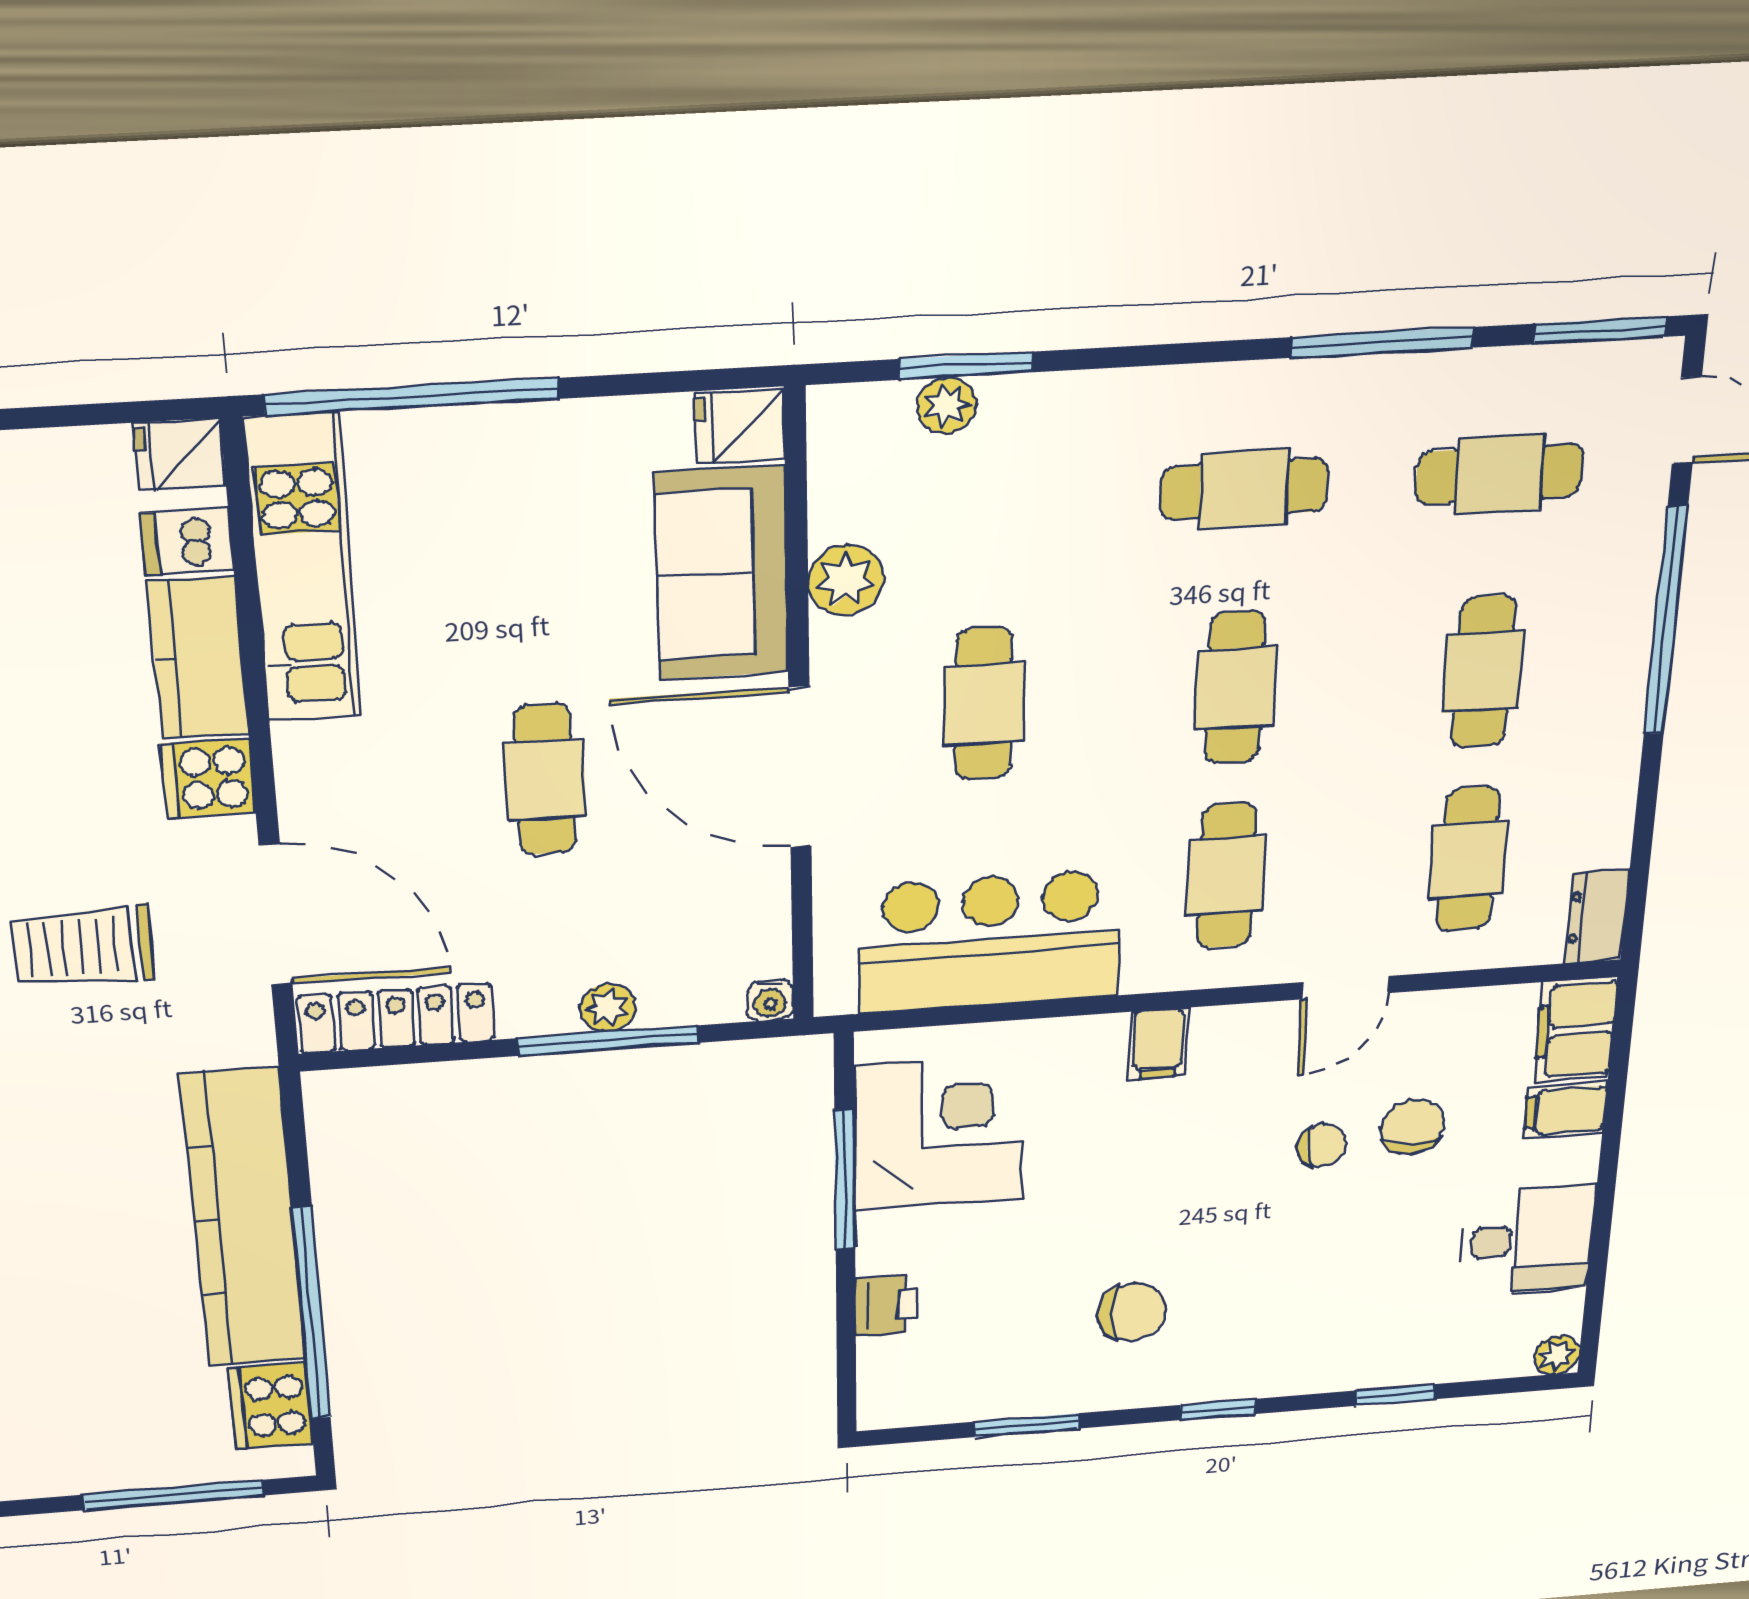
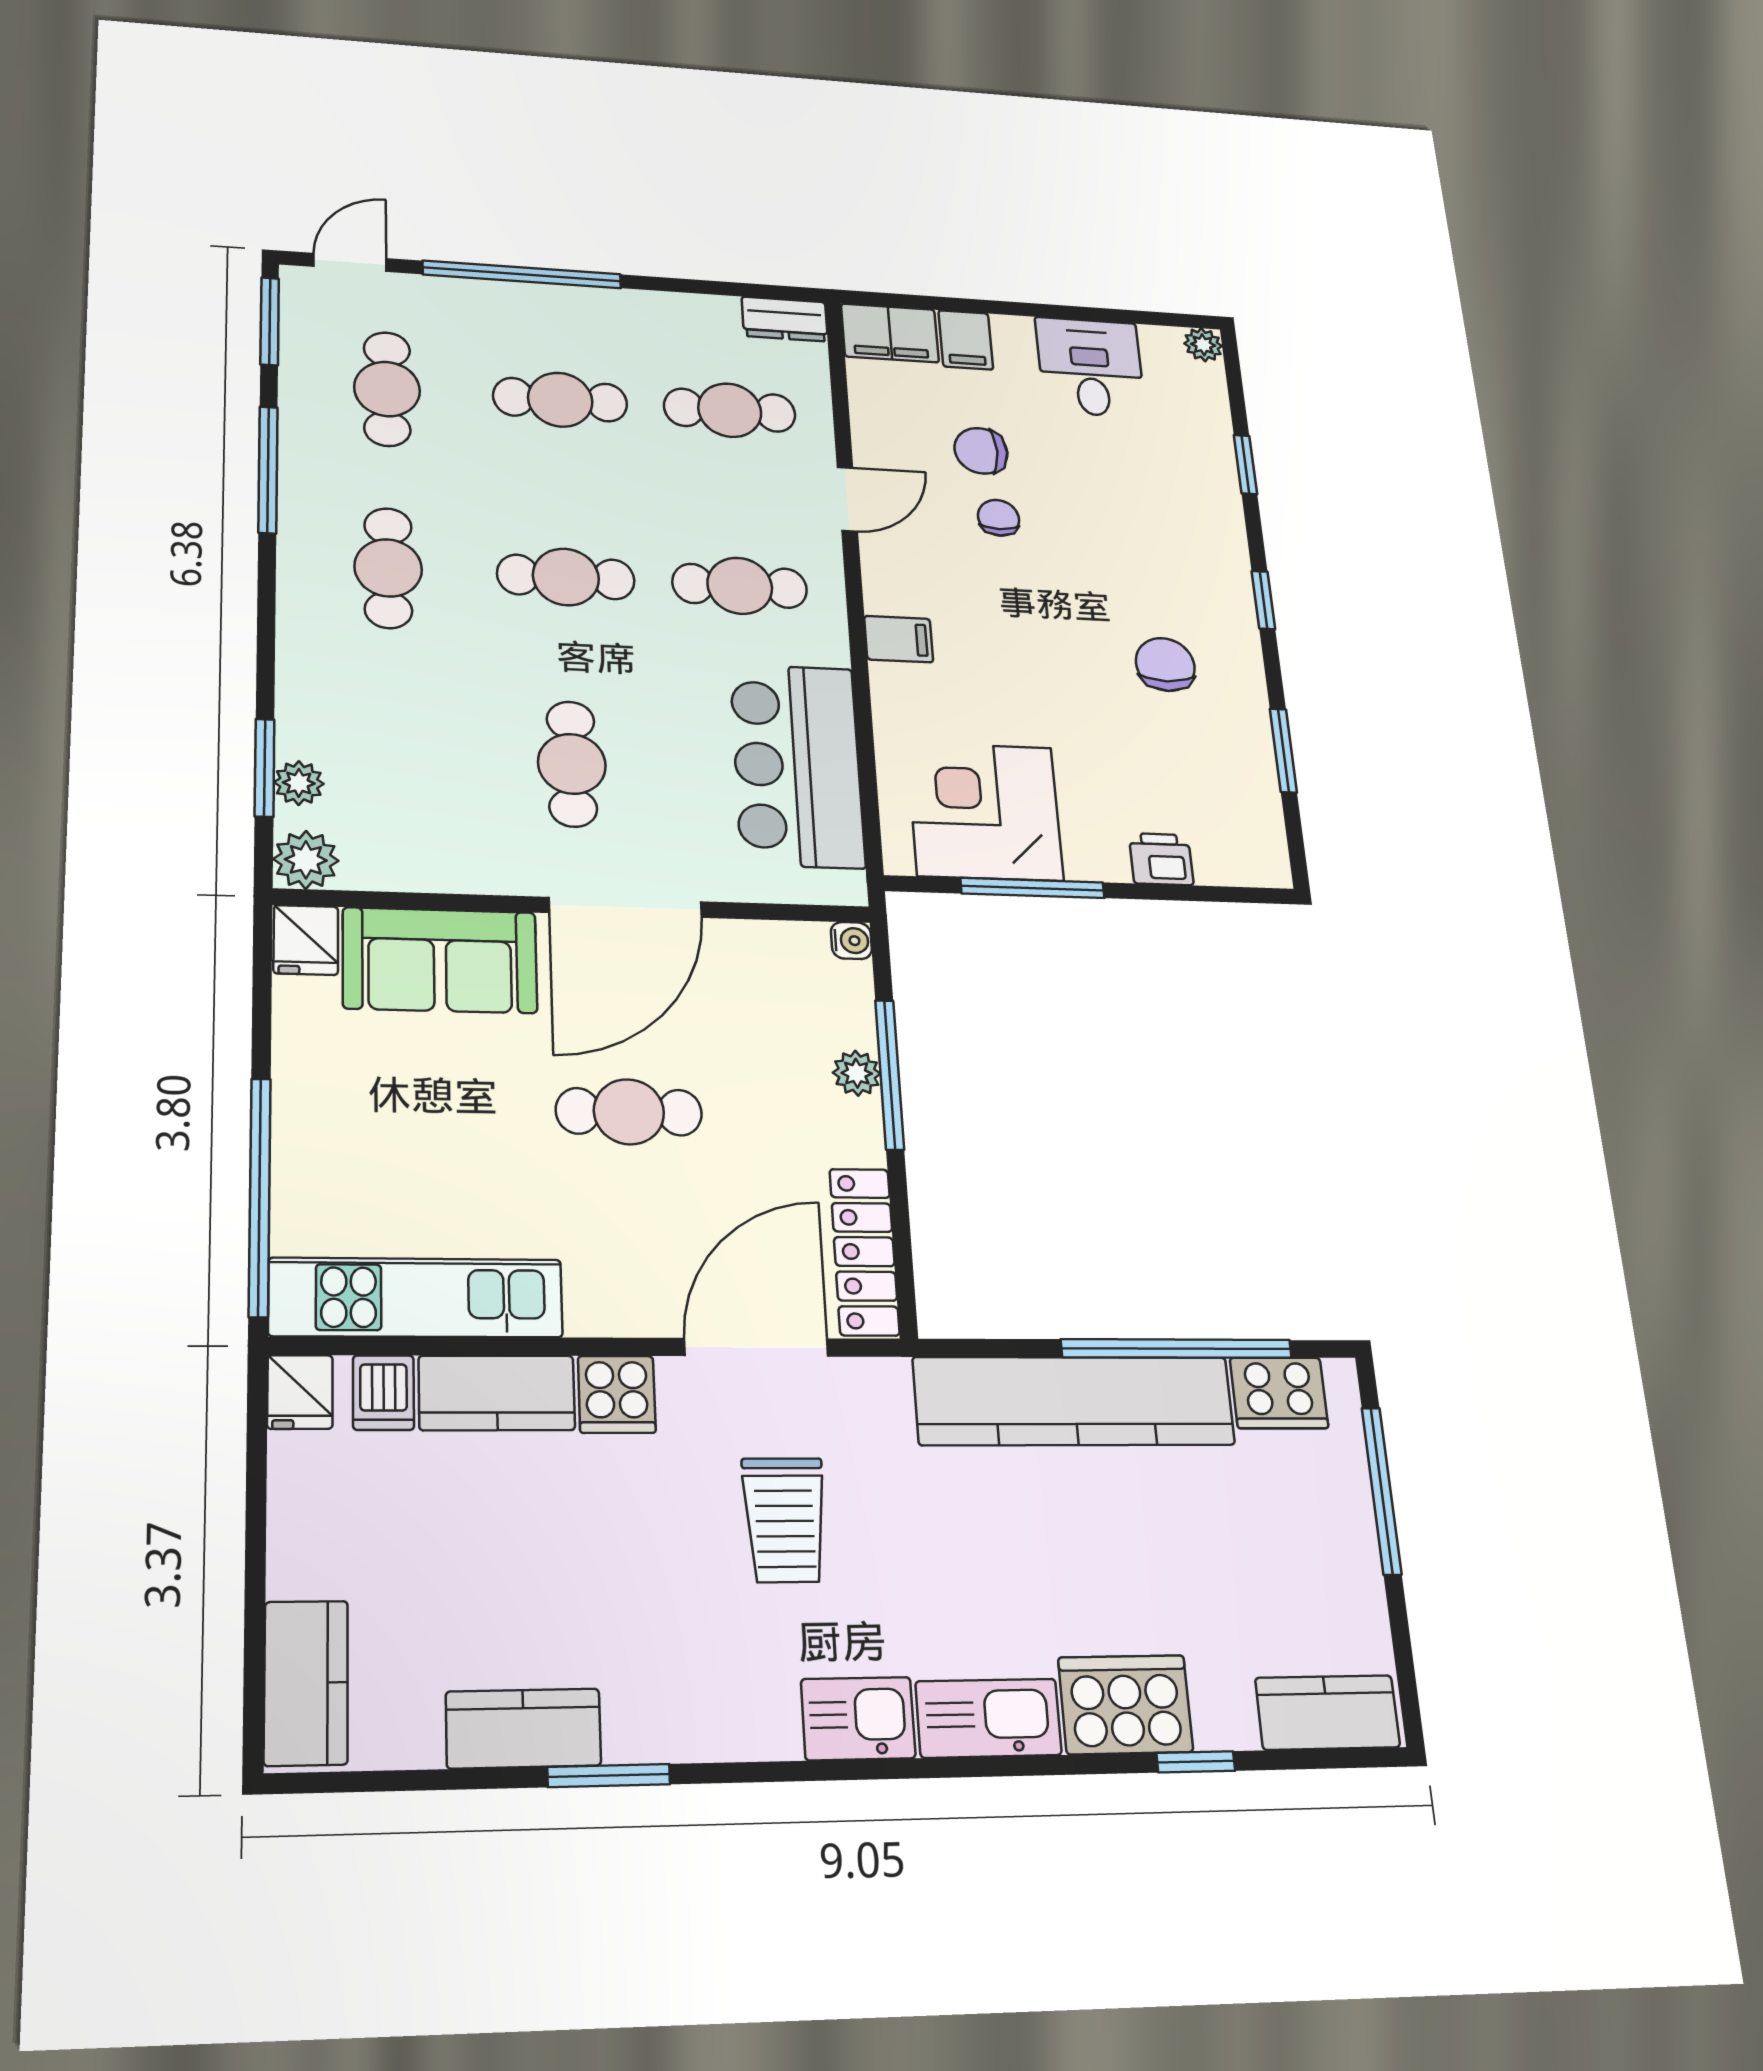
plant: (846, 580) -> (306, 860), moved
cafe table: (983, 704) -> (572, 764), turned 90
door: (1345, 988) -> (847, 499), hinge flipped

